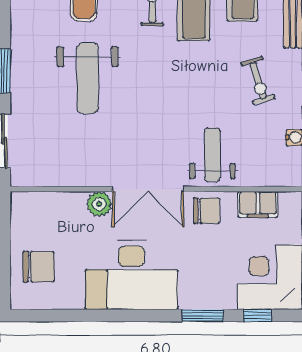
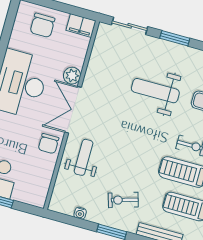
weight bench: (212, 155) -> (84, 157), turned -90
filing cabinet: (258, 205) -> (81, 25), moved, turned -90

